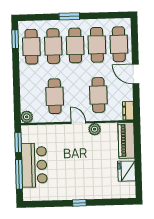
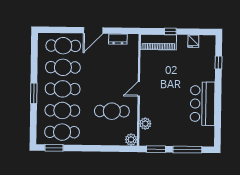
cafe table: (98, 95) -> (112, 68), removed
dresser: (128, 111) -> (118, 39), moved
plant: (95, 129) -> (145, 124), moved
window: (138, 152) -> (170, 31), added
bar counter: (34, 165) -> (203, 104), moved, turned -90
fridge: (127, 171) -> (193, 41), width x0.53, depth x0.75
window: (79, 203) -> (218, 63), moved

